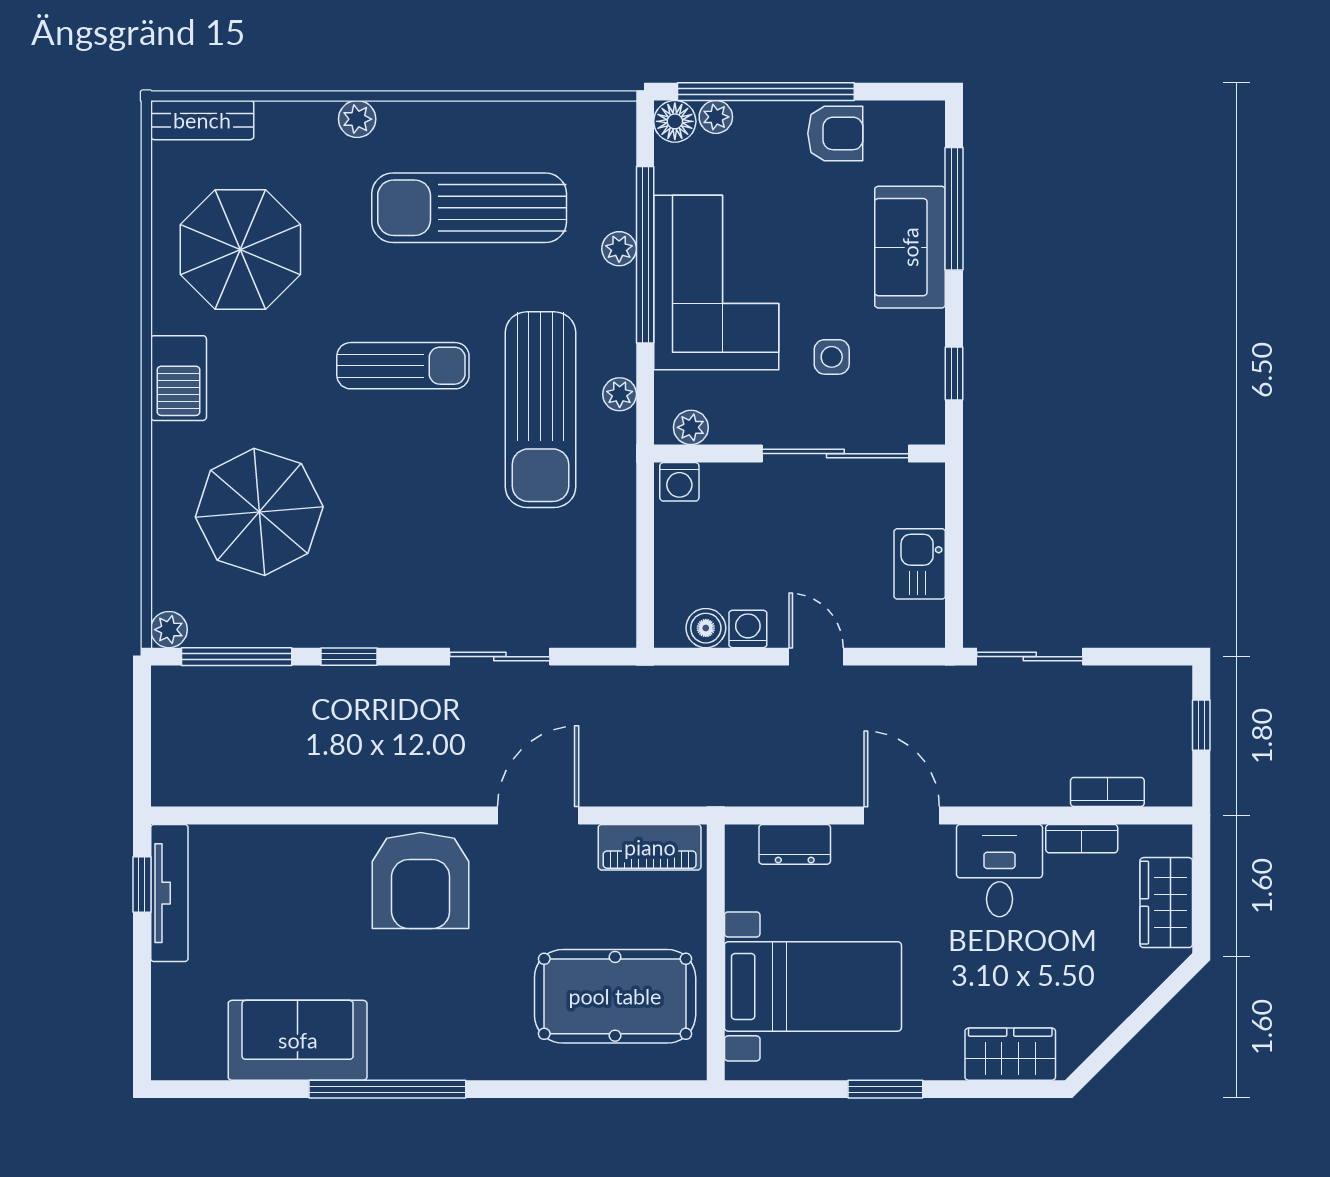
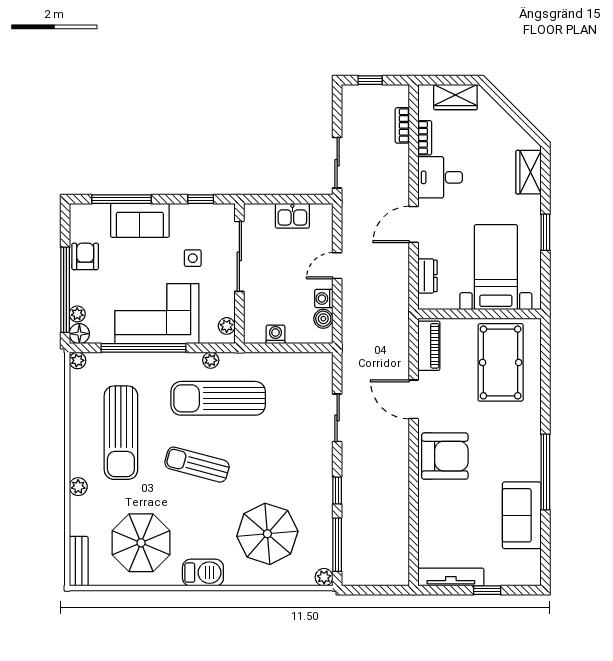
plant: (619, 249) -> (78, 360), moved
sun lounger: (403, 366) -> (197, 465), turned -75
sun lounger: (540, 410) -> (218, 398), turned 180
washing machine: (679, 482) -> (275, 334), moved, turned -90
window: (142, 884) -> (487, 590), moved

